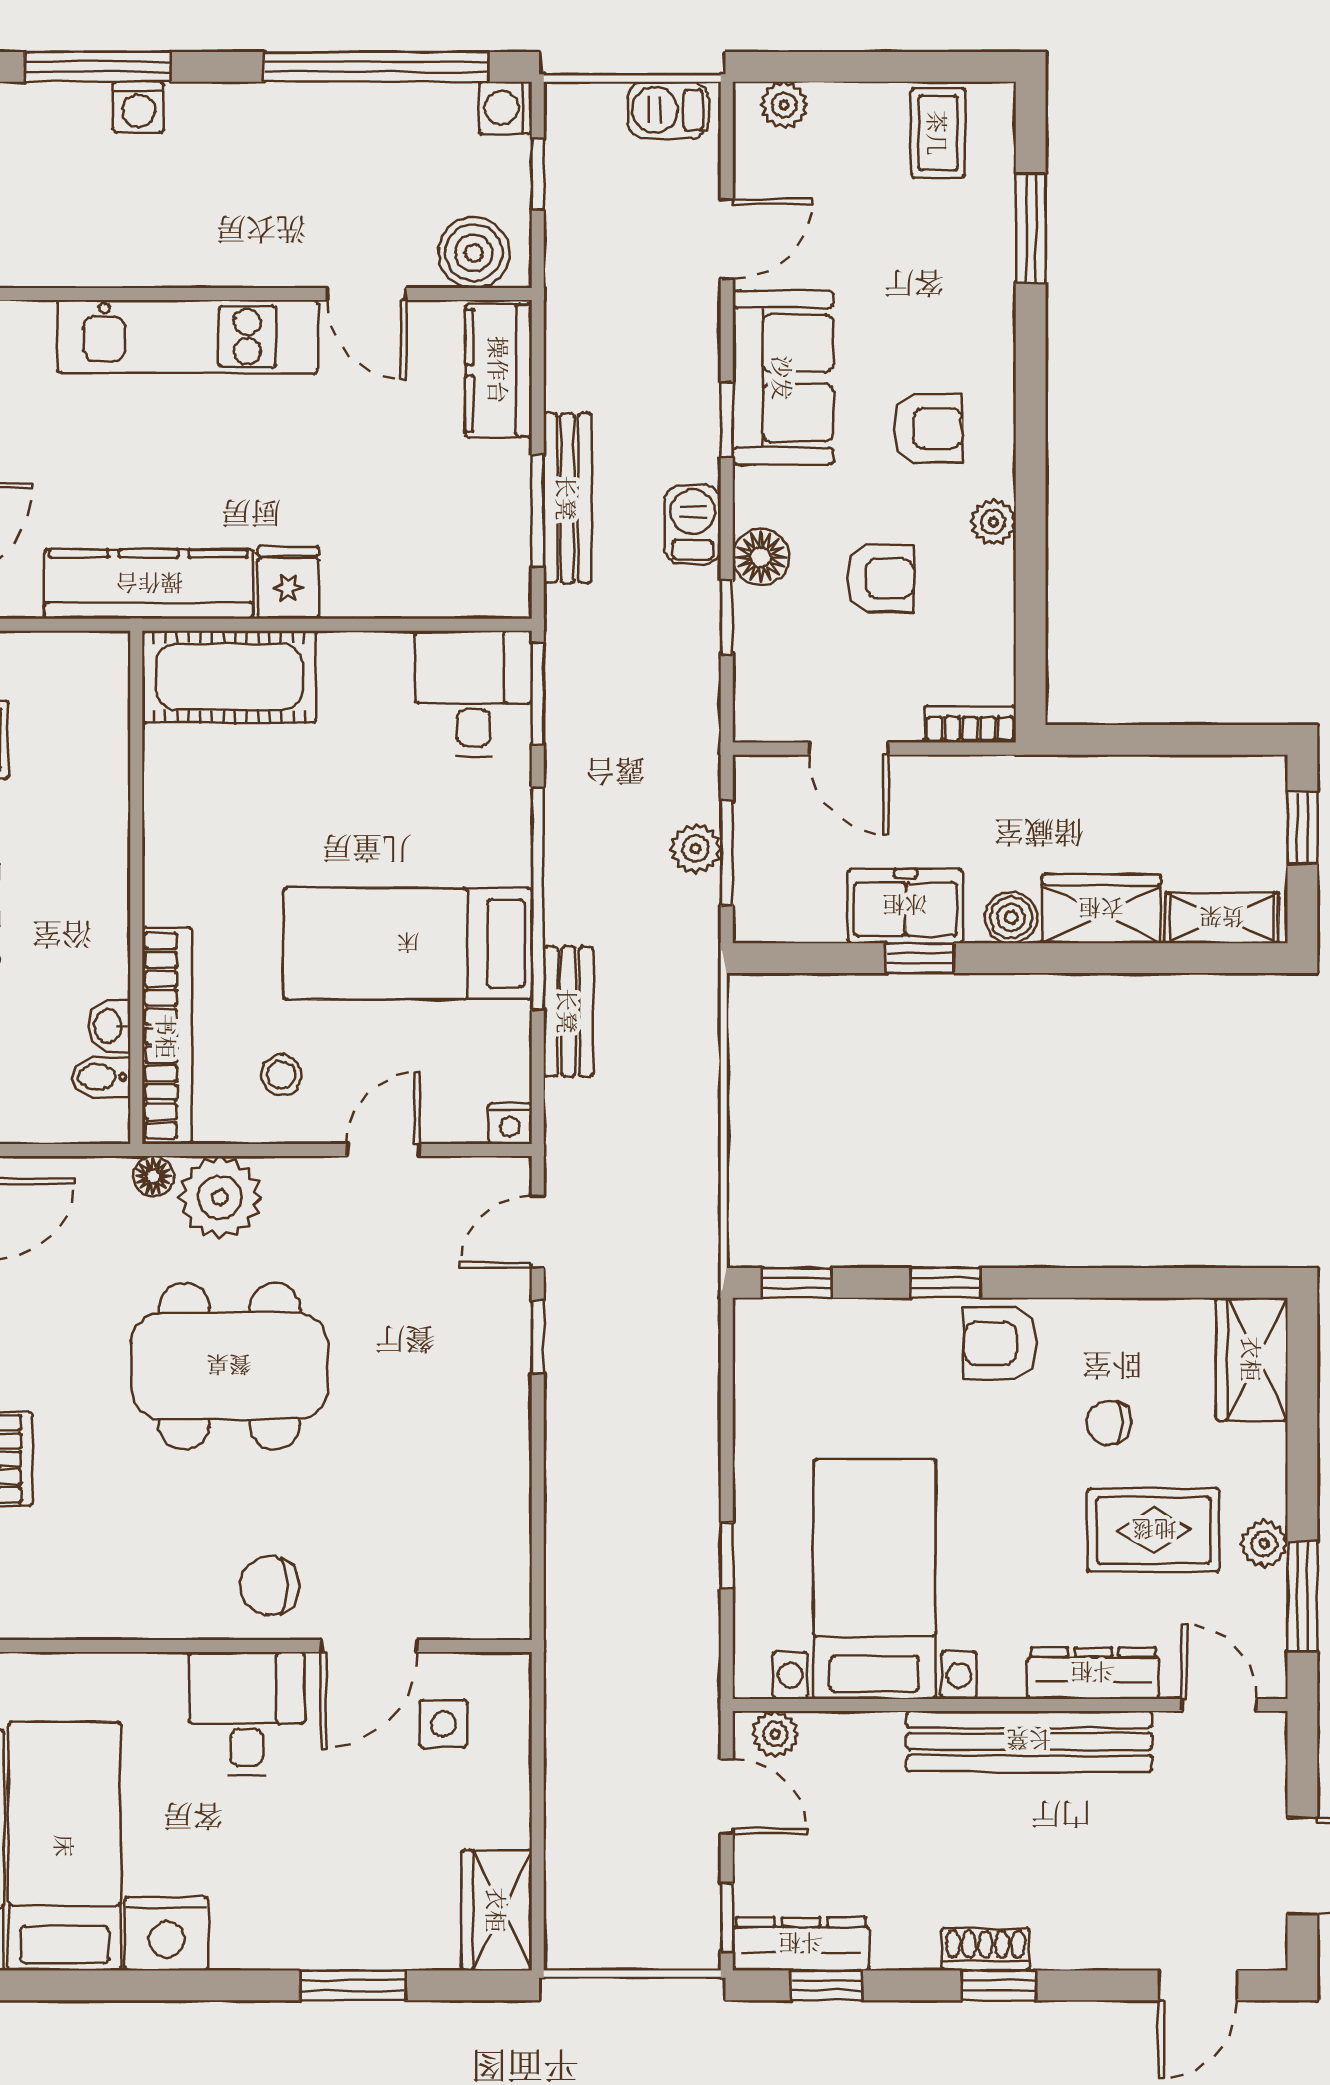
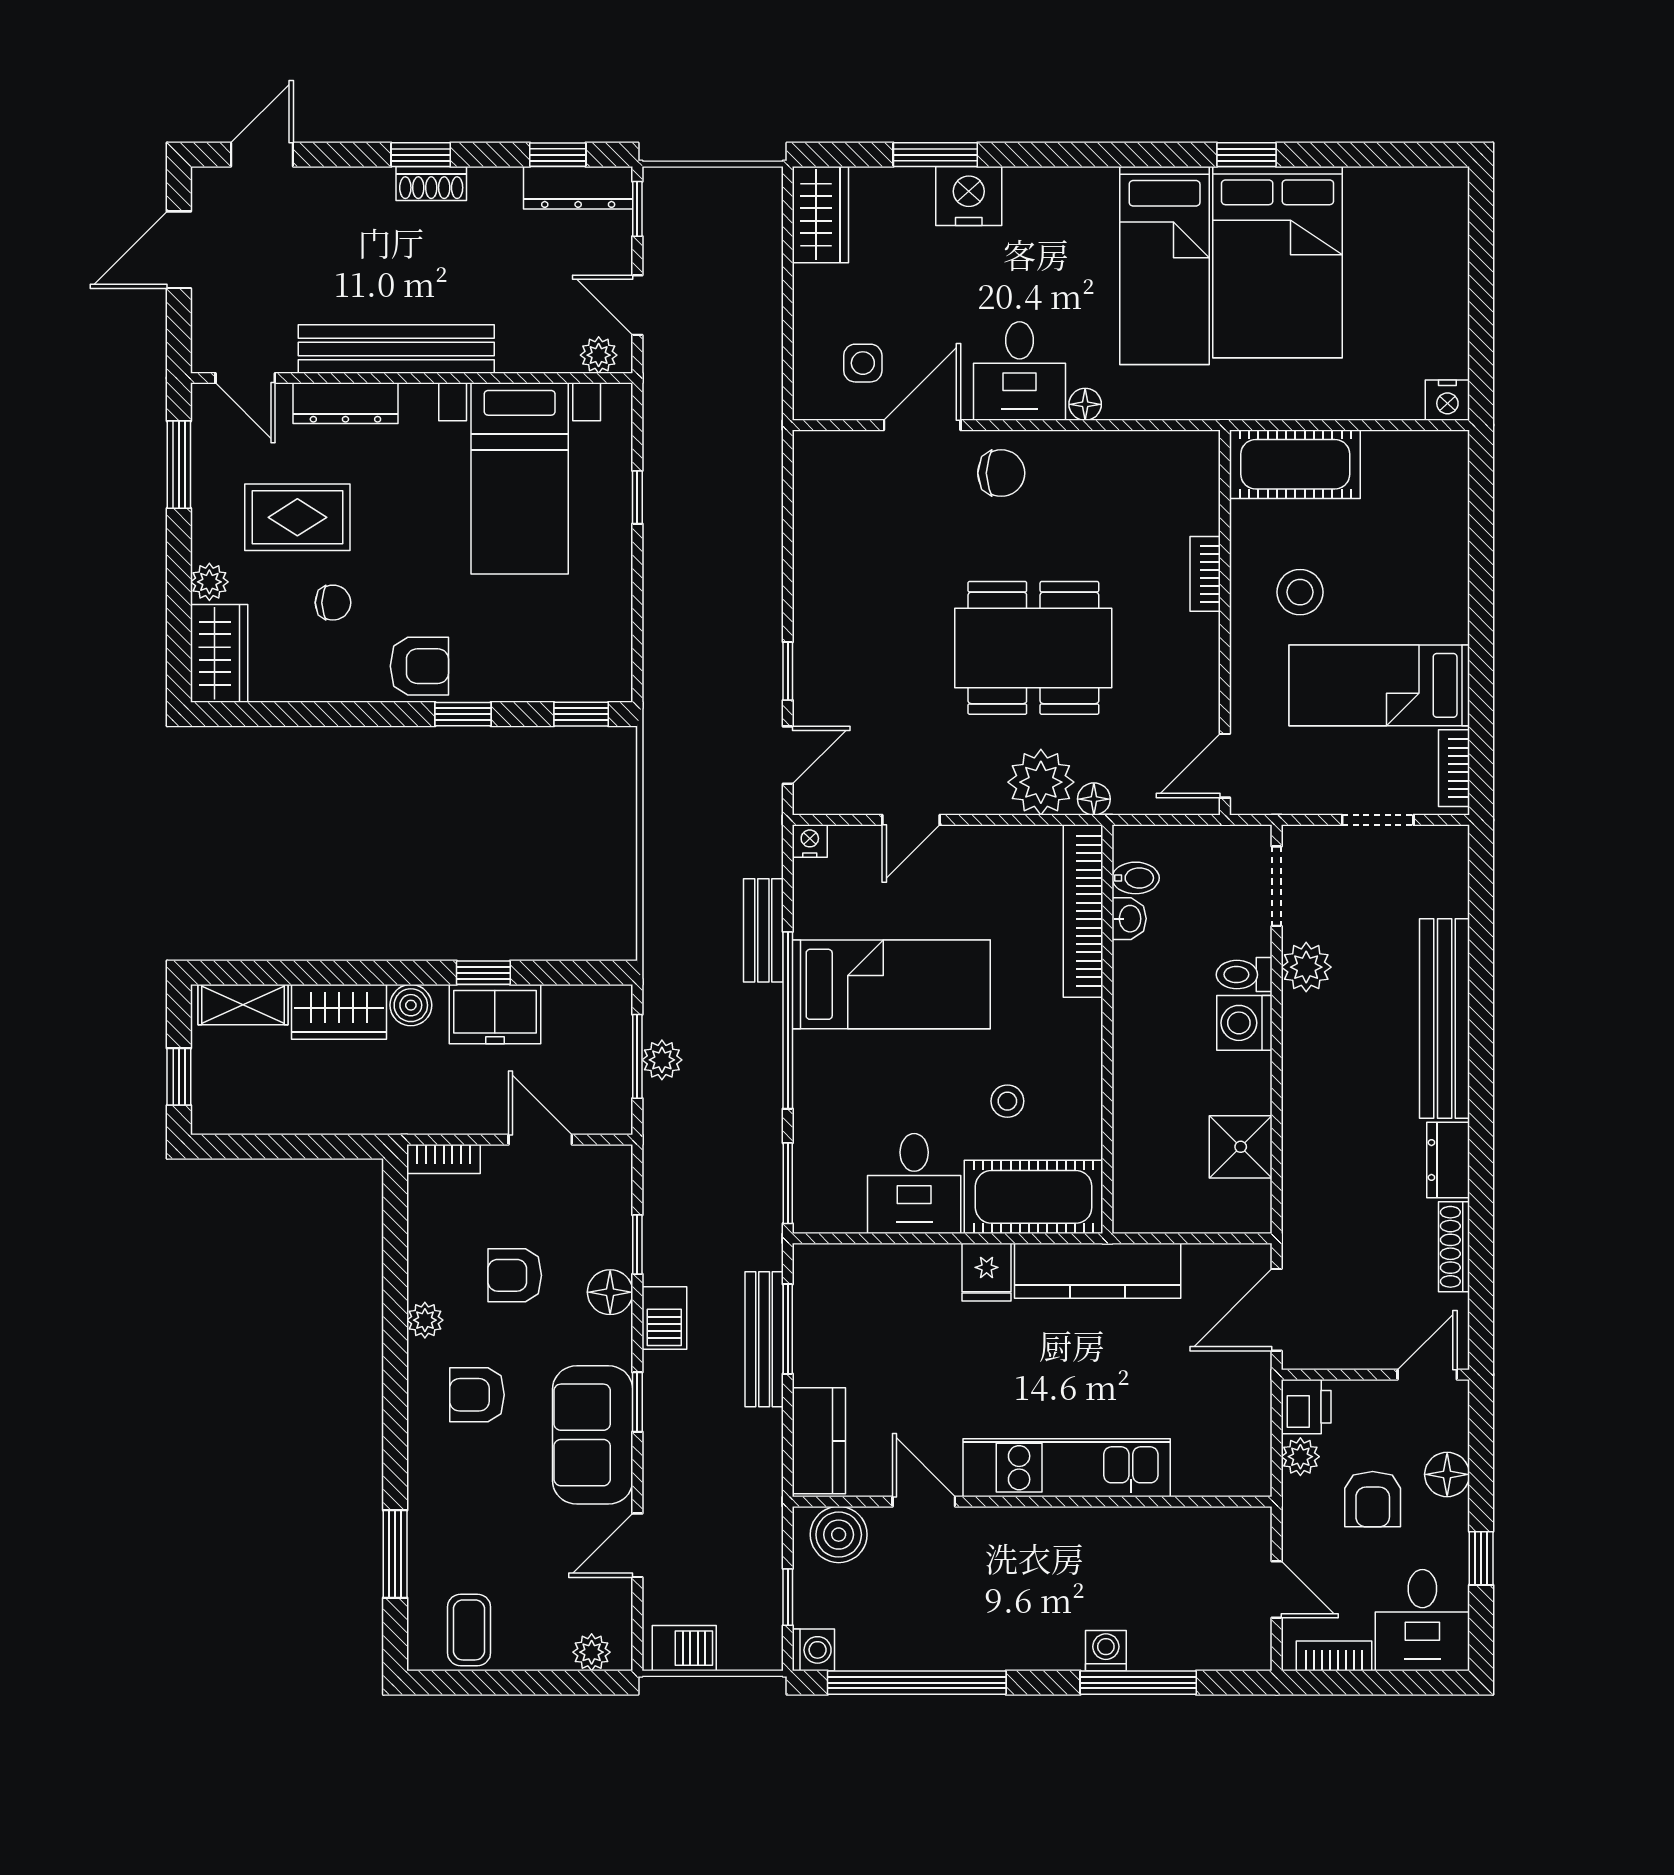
desk: (474, 694) -> (914, 1184), moved
stool: (281, 1075) -> (1007, 1101), moved
plant: (1264, 1544) -> (209, 582), moved
floor lamp: (164, 1672) -> (1085, 404), added
nightstand: (167, 1934) -> (969, 196), moved

